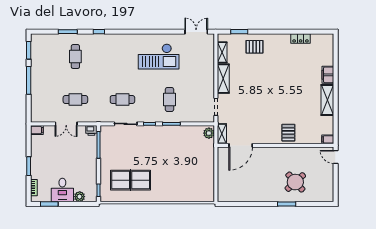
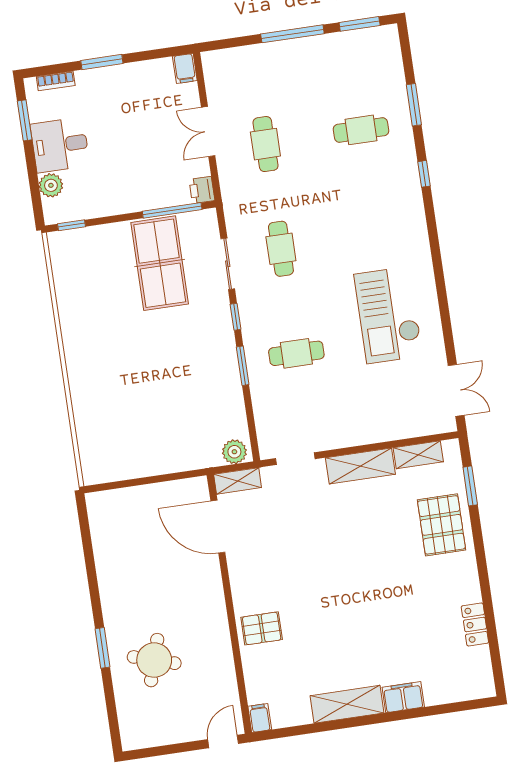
pallet: (254, 47) -> (441, 525), width x1.50, depth x1.42
table tennis table: (131, 180) -> (160, 263), moved
round table: (295, 182) -> (154, 660), turned -31

